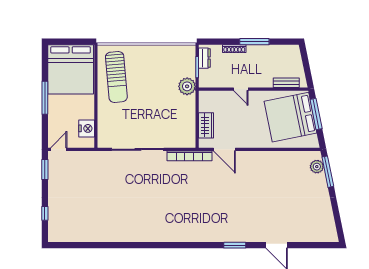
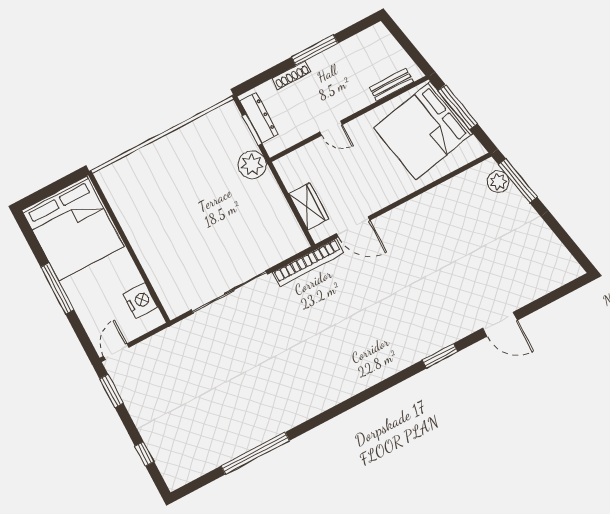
dresser: (204, 58) -> (259, 118), width x1.44
sun lounger: (116, 77) -> (144, 205), removed
window: (106, 245) -> (255, 453), added

